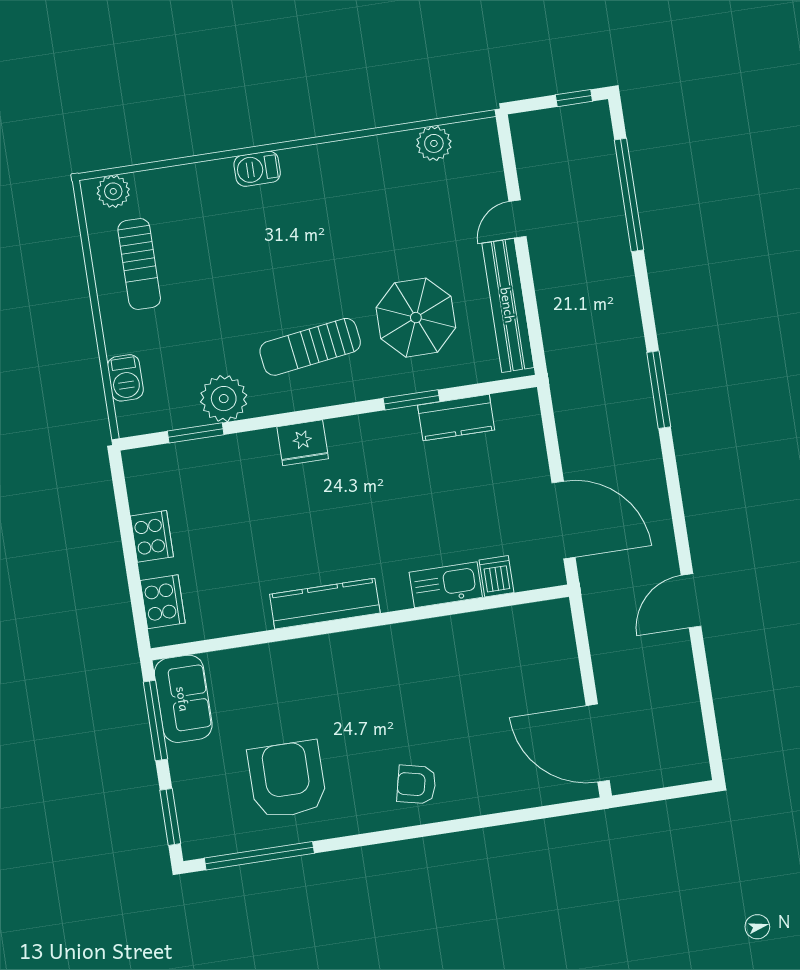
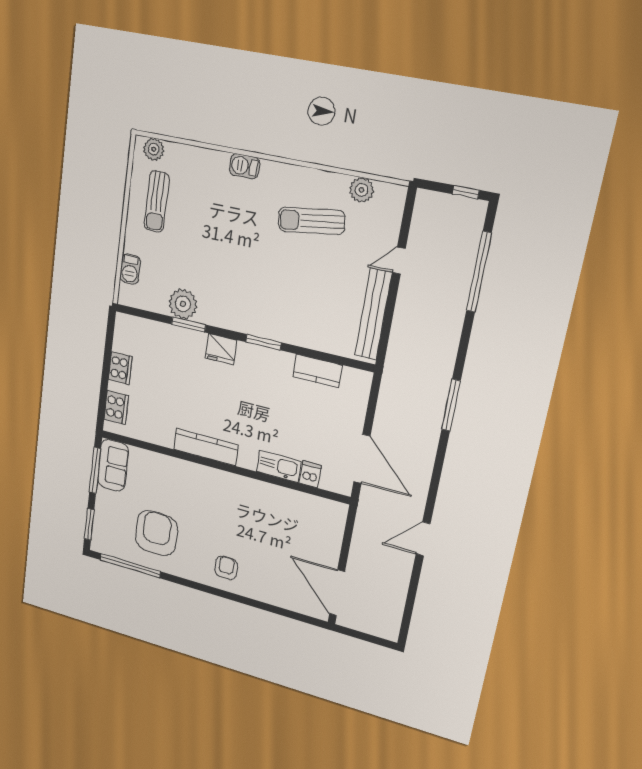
parasol: (416, 318) -> (313, 299), removed
sun lounger: (310, 347) -> (311, 221), moved
window: (411, 400) -> (263, 342), moved
window: (196, 433) -> (189, 324), moved
armchair: (416, 784) -> (226, 568), turned 77

